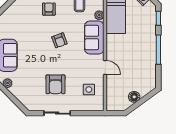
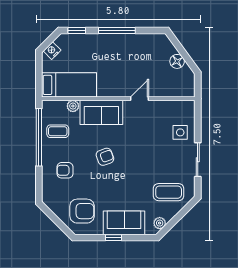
armchair: (56, 84) -> (82, 211), moved
coffee table: (32, 90) -> (169, 192), added
side table: (89, 90) -> (180, 132), moved

